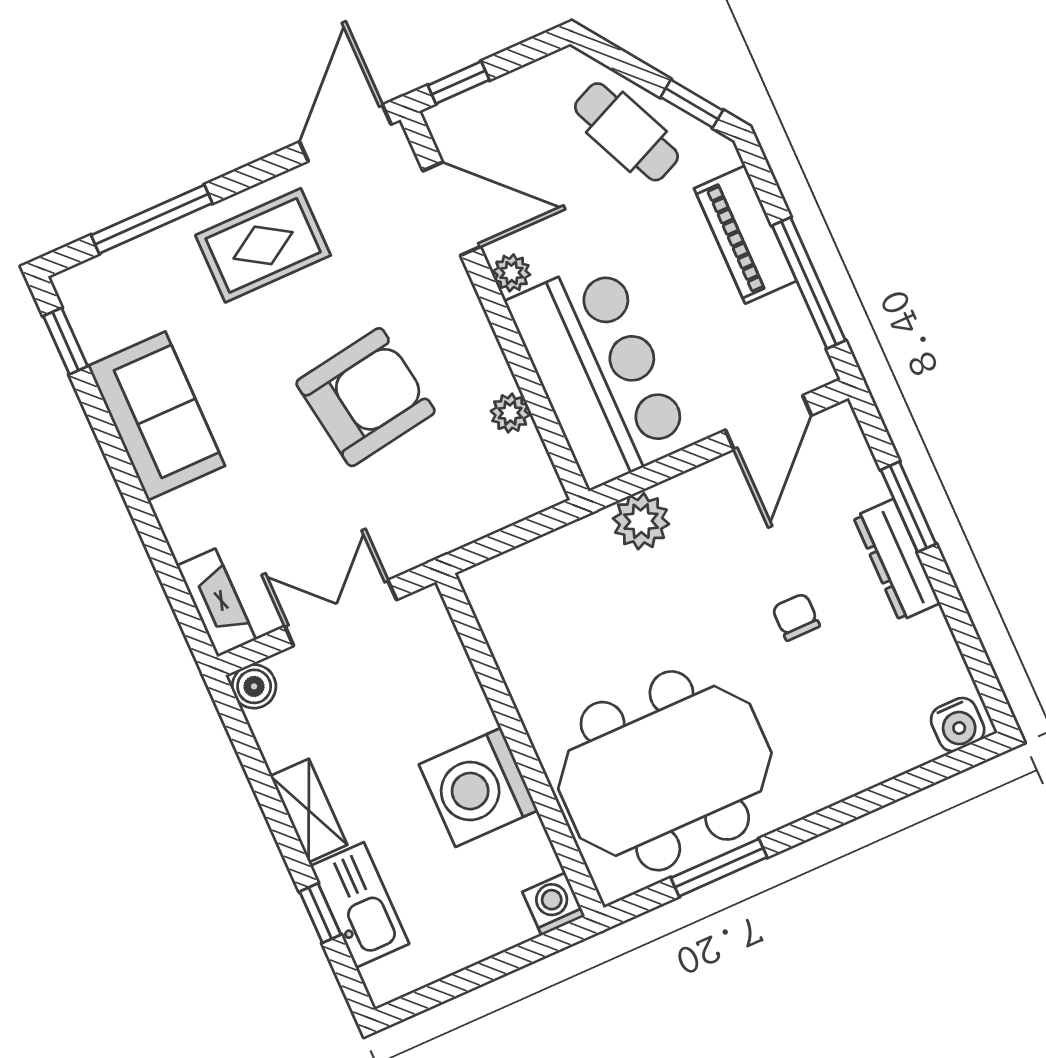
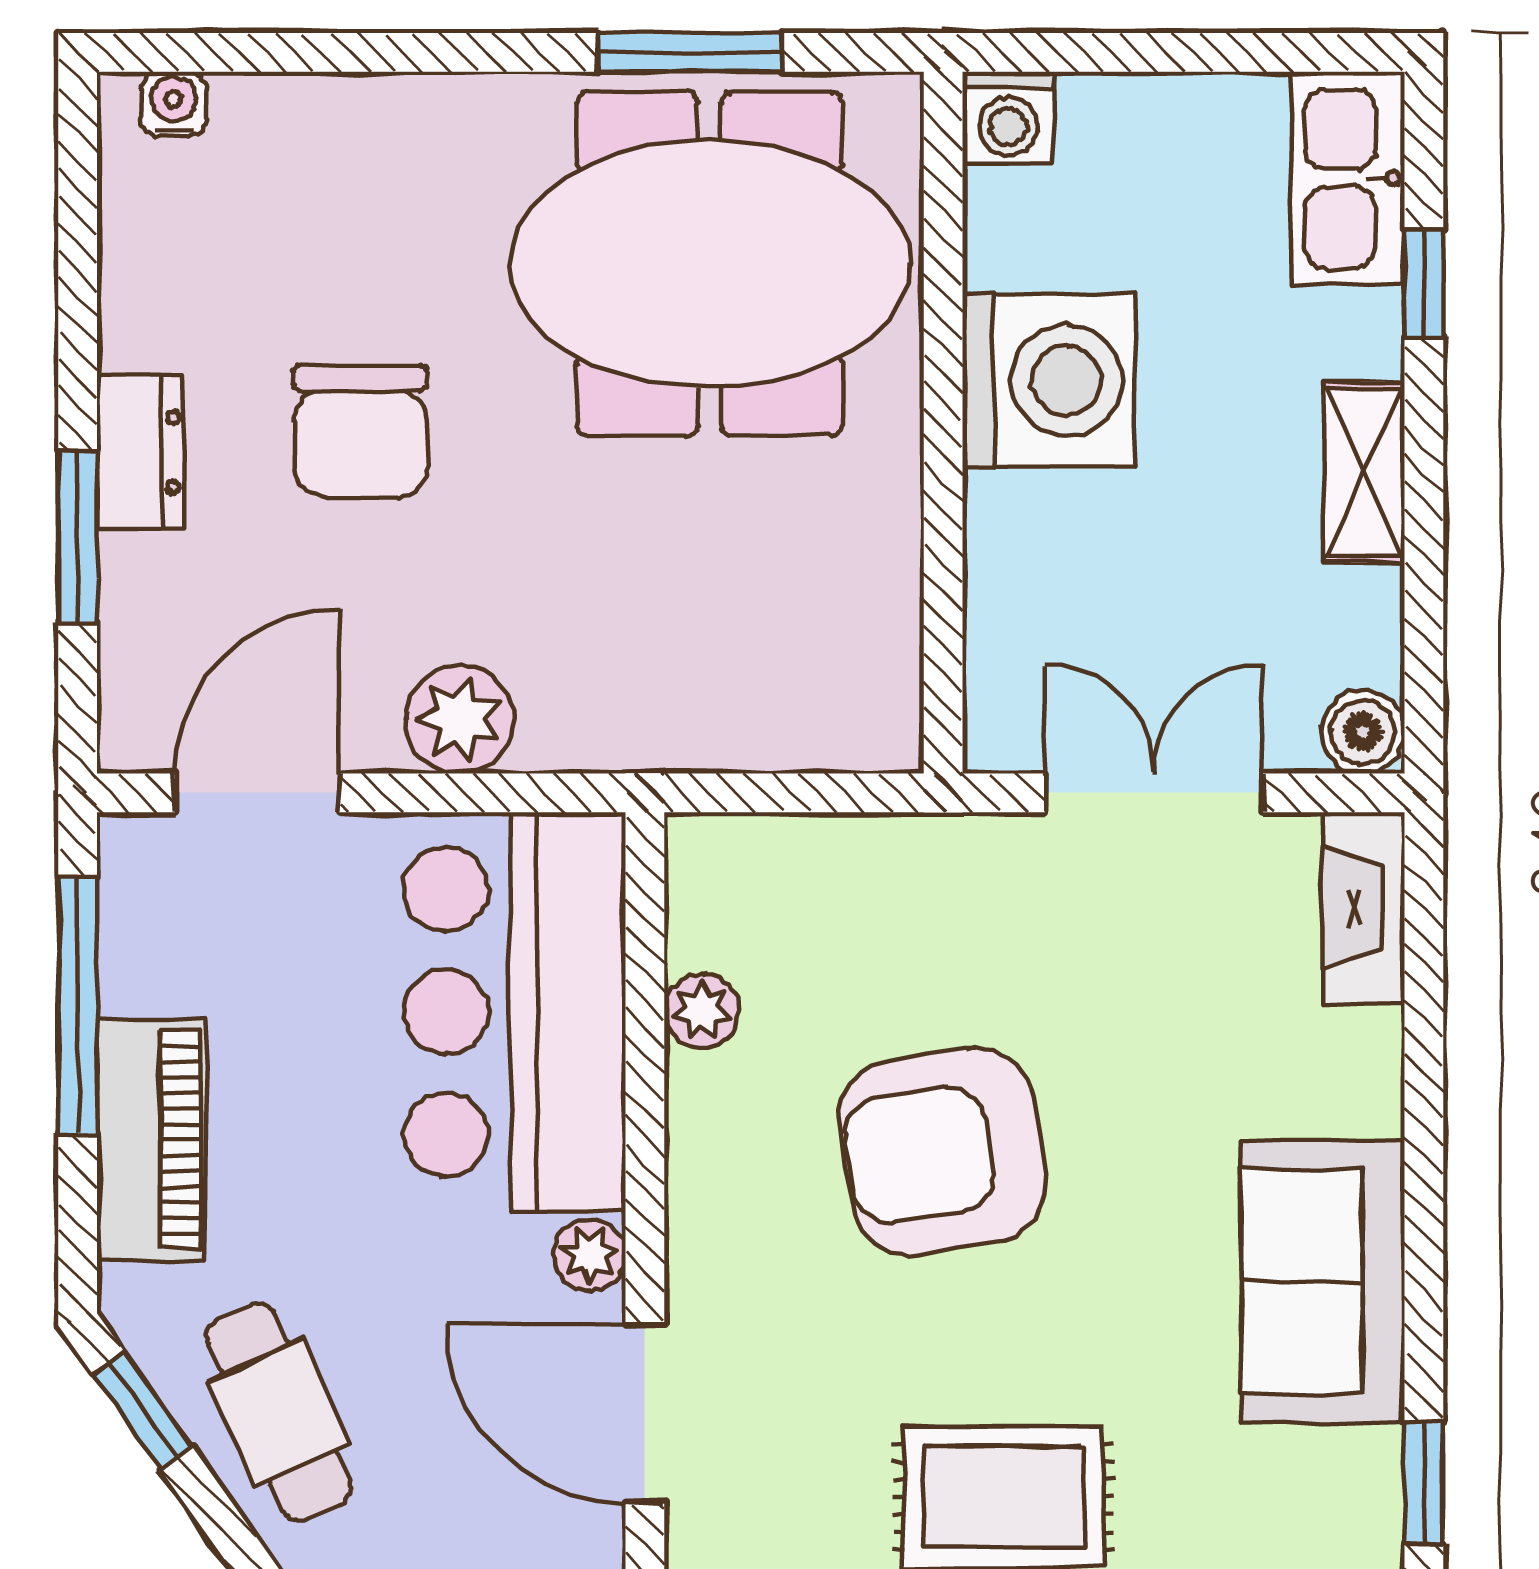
plant: (641, 521) -> (460, 719), moved
dresser: (897, 560) -> (140, 452), width x0.70
double door: (341, 613) -> (1154, 793), swing flipped
chair: (796, 617) -> (360, 431), width x1.87, depth x1.87
water cooler: (958, 725) -> (174, 104), width x0.72, depth x0.72
kitchen sink: (360, 905) -> (1348, 178), moved

